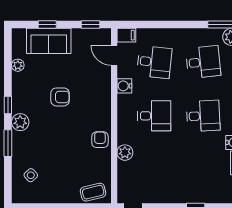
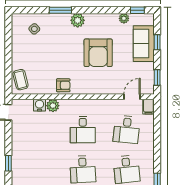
water cooler: (124, 86) -> (40, 105), moved
armchair: (60, 97) -> (98, 53), width x1.88, depth x1.88
window: (8, 105) -> (137, 10), moved

